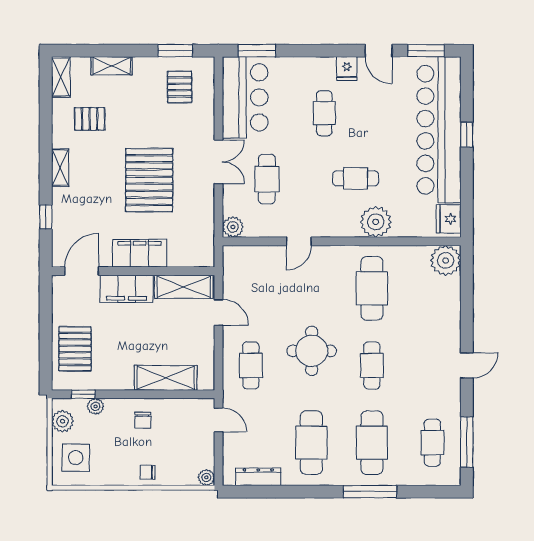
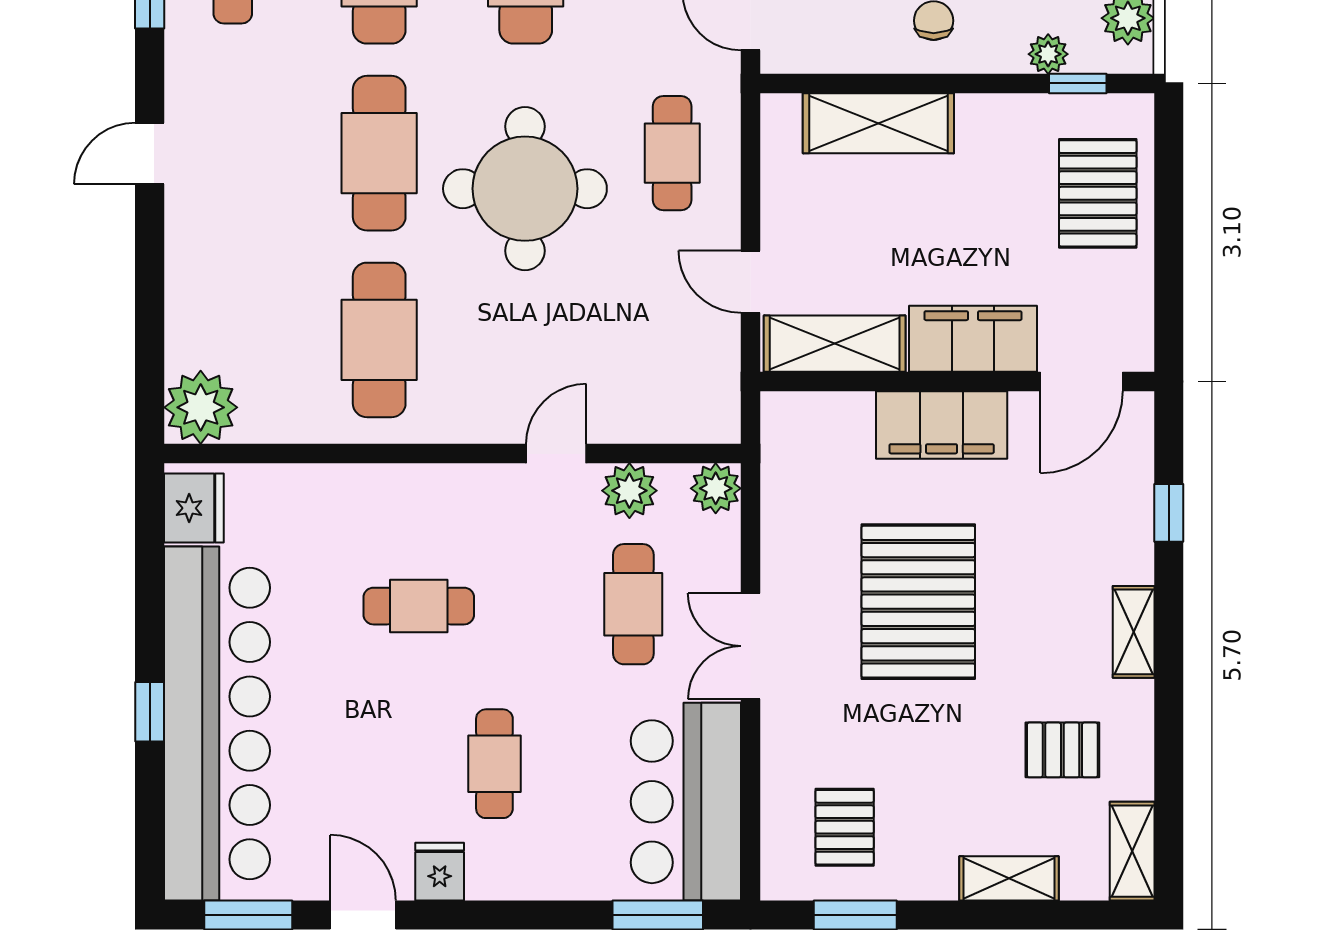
plant: (376, 222) -> (629, 491), moved, width x0.73, depth x0.73
round table: (312, 351) -> (525, 189), width x1.36, depth x1.36
cafe table: (372, 365) -> (379, 153), width x1.37, depth x1.35

